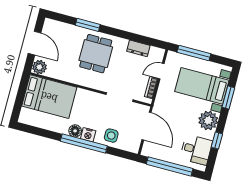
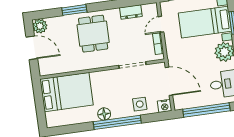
plant: (39, 67) -> (40, 26), moved
nightstand: (88, 135) -> (165, 106), moved

